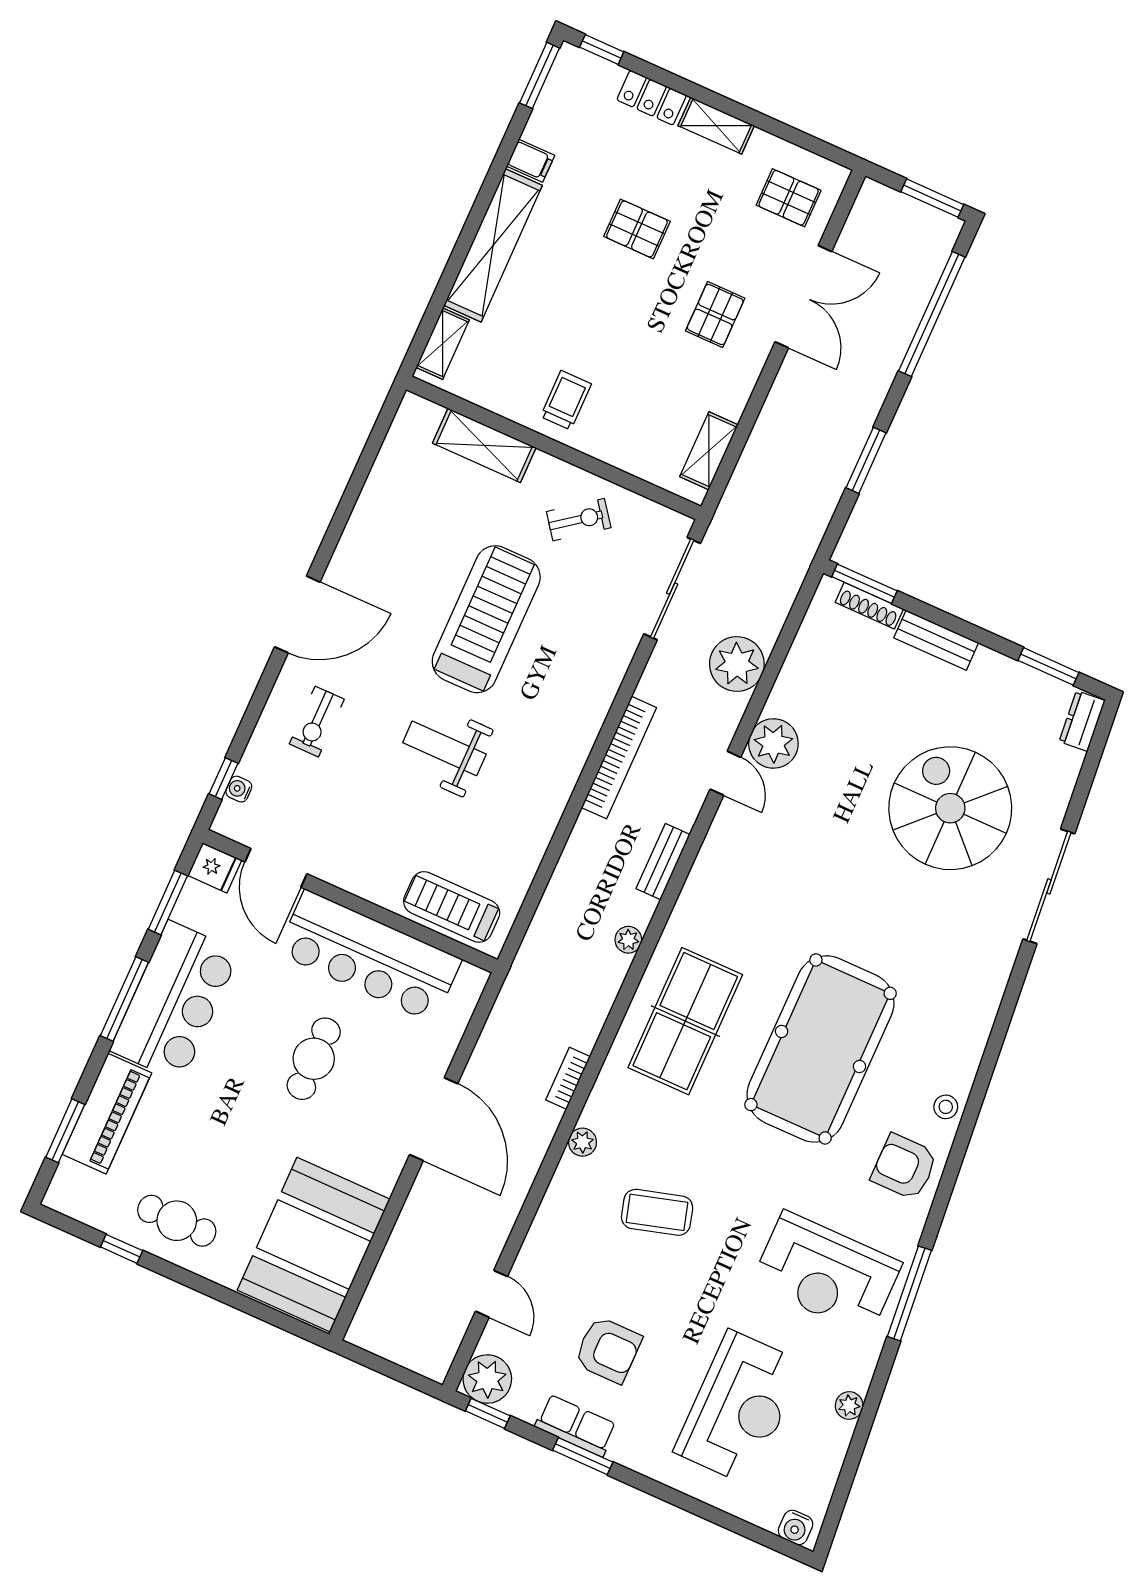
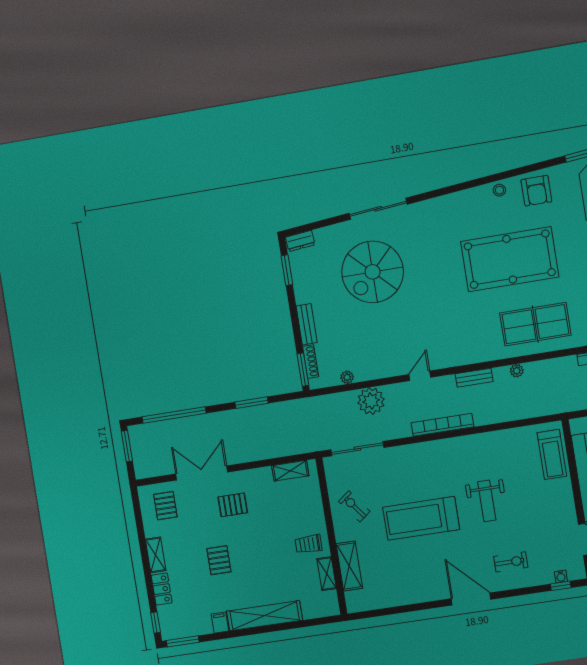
shelving: (443, 344) -> (327, 574), moved, turned 90
plant: (773, 743) -> (347, 377), moved, width x0.53, depth x0.53

